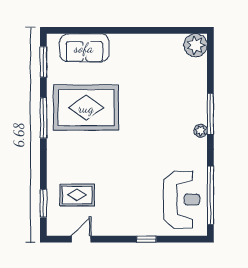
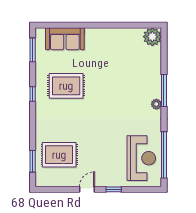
rug: (86, 108) -> (66, 86), width x0.73, depth x0.69
window: (43, 118) -> (33, 94), width x0.46
rug: (77, 195) -> (59, 155), width x1.36, depth x1.43
door: (81, 239) -> (87, 189), moved

